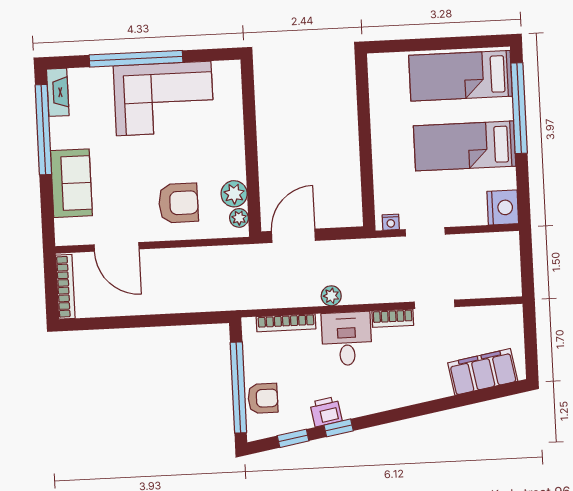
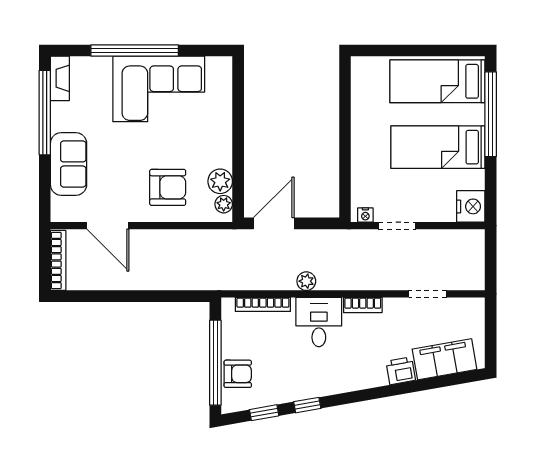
doorway: (435, 304) -> (428, 294), moved
printer: (326, 412) -> (401, 371), moved

